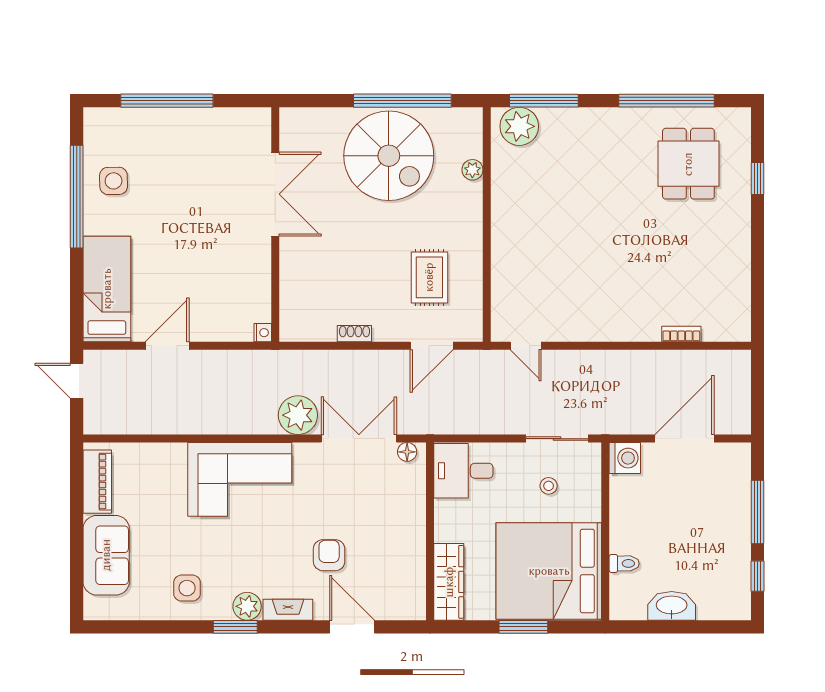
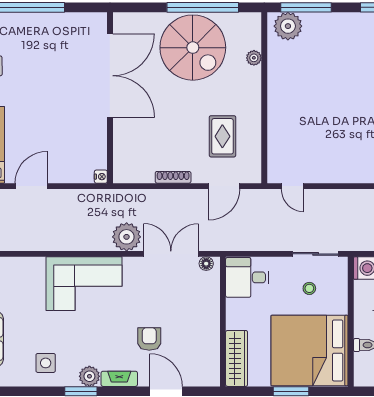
double door: (275, 194) -> (110, 76), width x1.36
shoe rack: (354, 334) -> (173, 177), width x1.43

